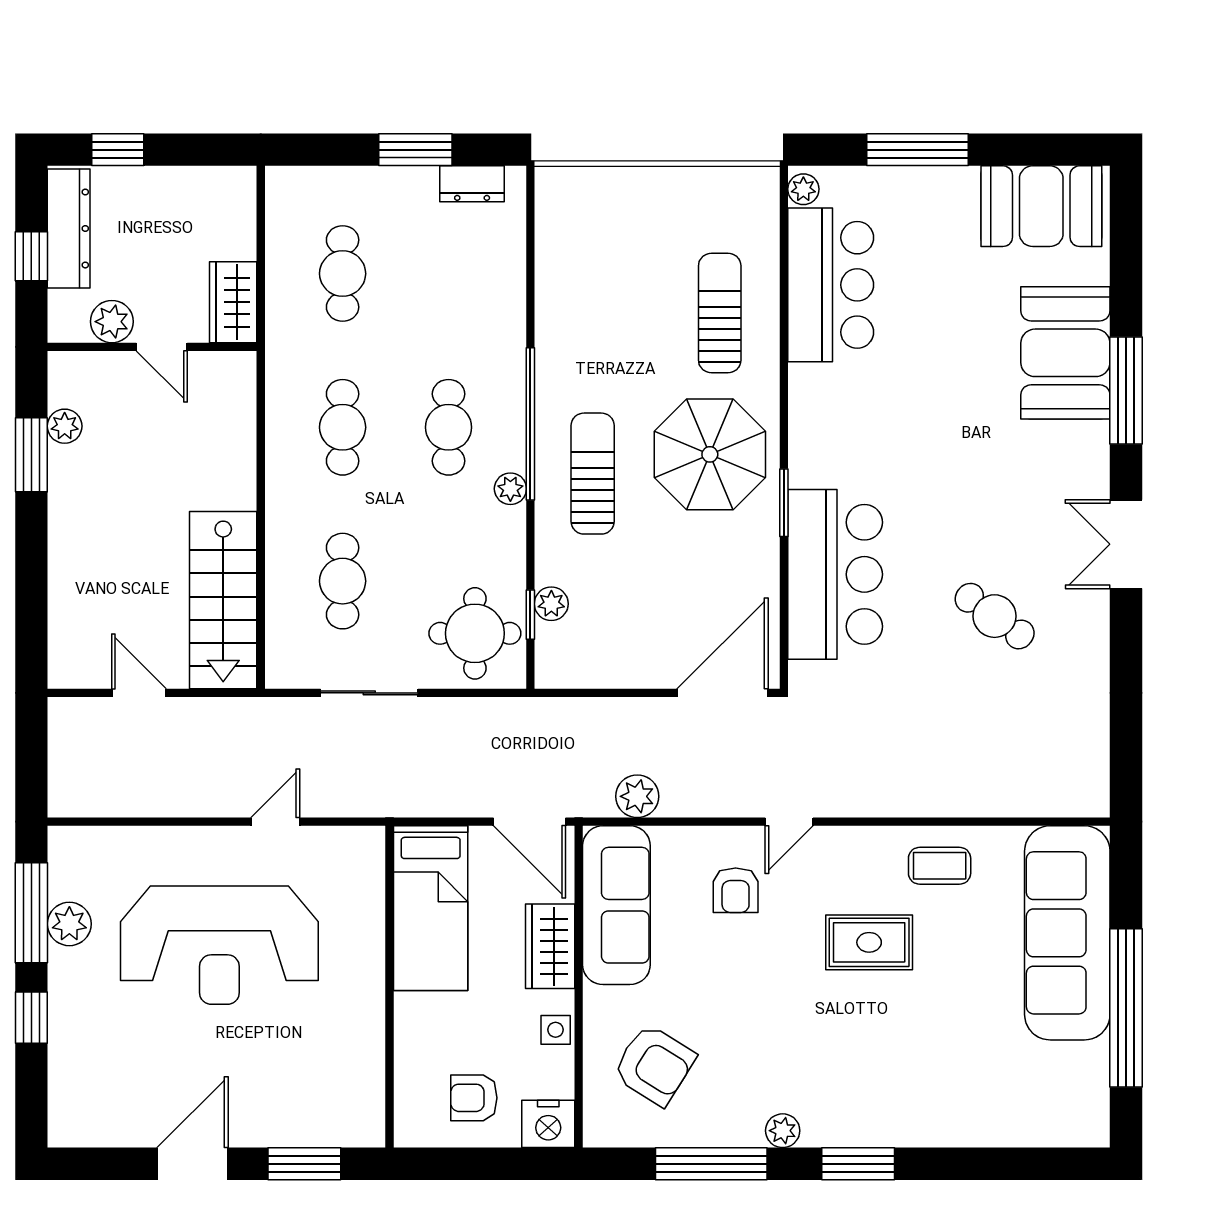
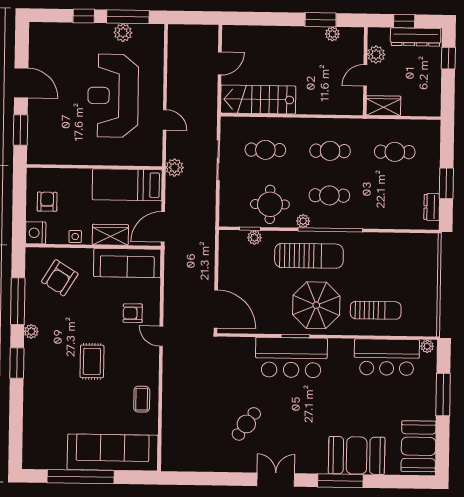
sun lounger: (593, 474) -> (309, 256), width x1.36, depth x1.34
bar counter: (835, 574) -> (291, 358), moved
round table: (475, 633) -> (270, 204), moved
plant: (637, 796) -> (175, 168), moved
rug: (869, 942) -> (92, 361), moved

